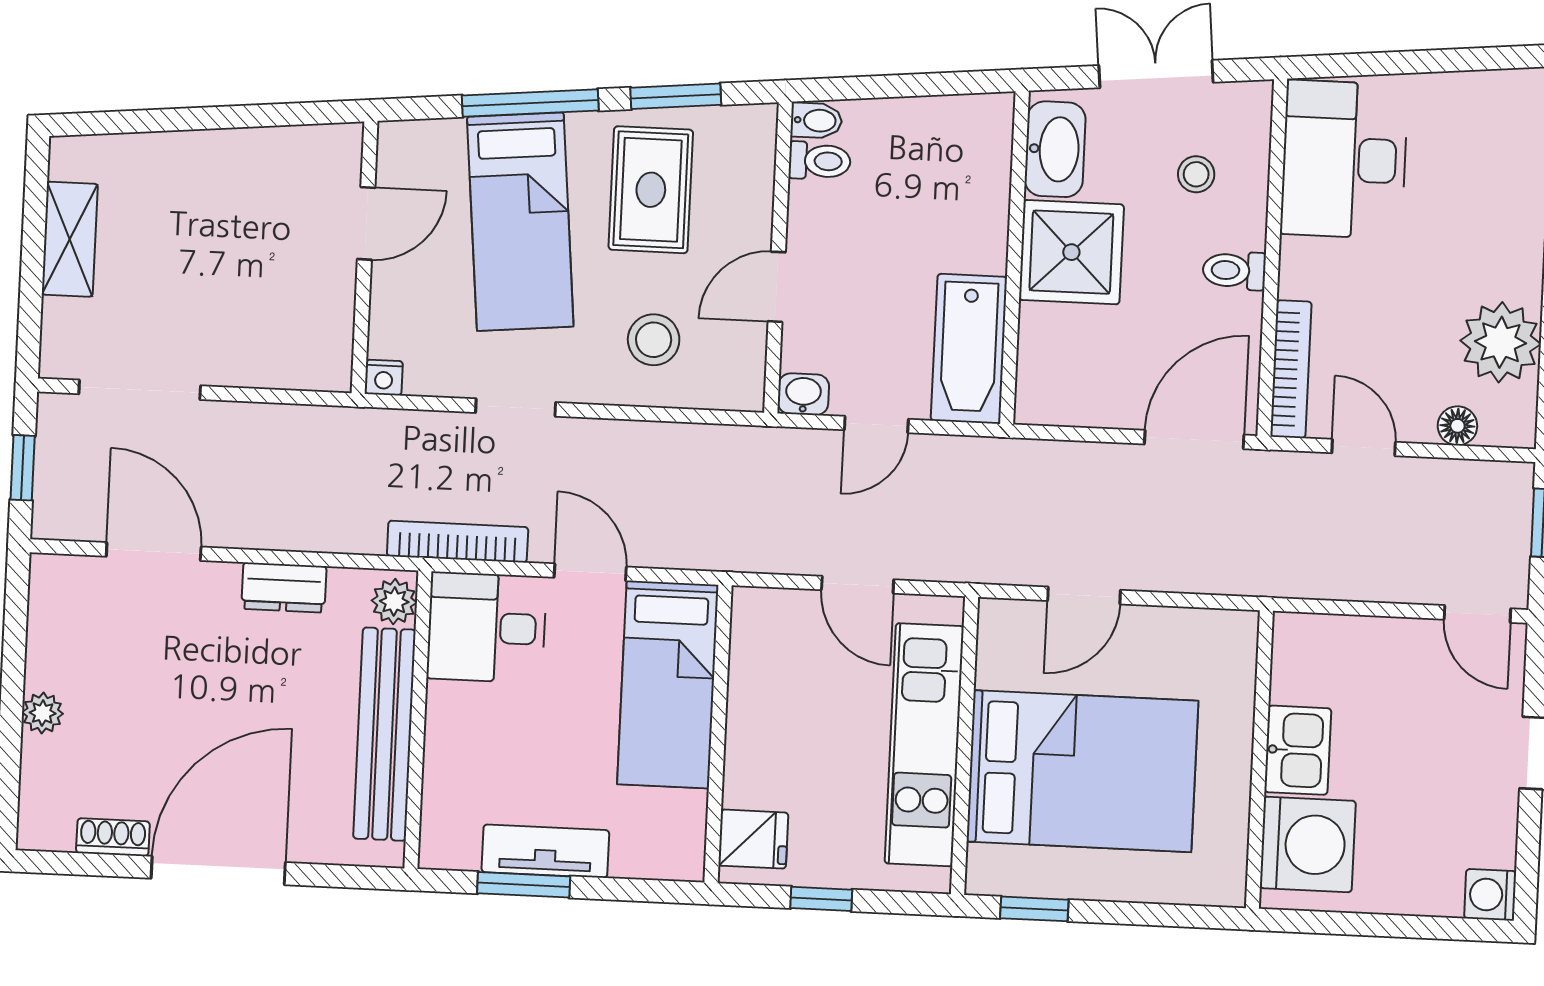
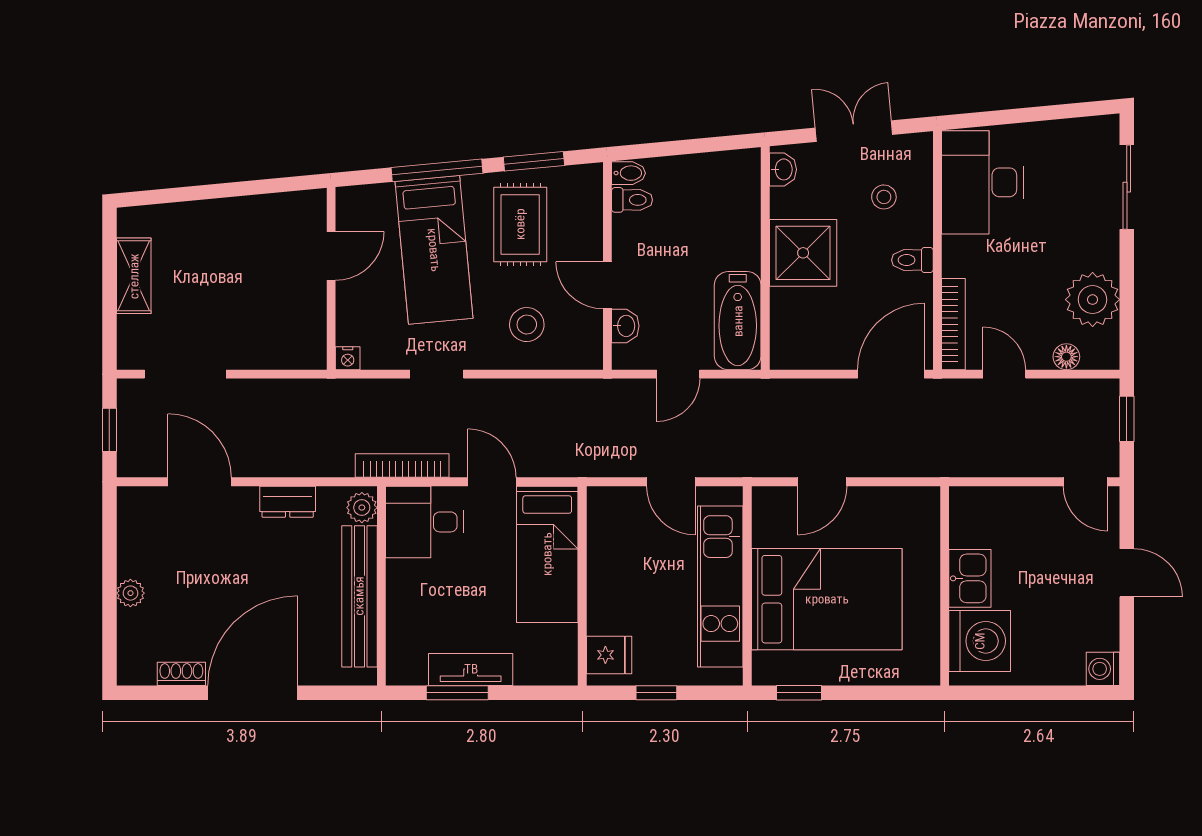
washbasin: (1055, 149) -> (783, 169), width x0.52, depth x0.69
door: (777, 287) -> (607, 285), hinge flipped
washbasin: (803, 394) -> (625, 326), moved, turned 90

